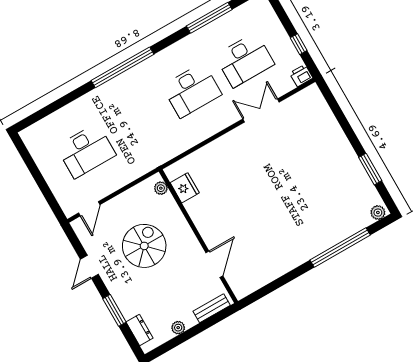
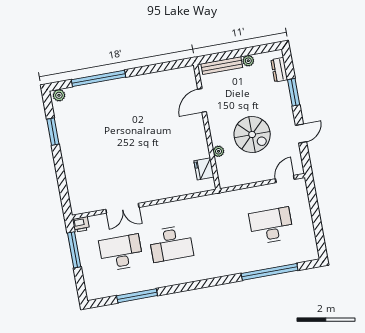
window: (299, 44) -> (74, 250), width x2.17
window: (122, 67) -> (270, 272), moved
desk: (192, 90) -> (171, 244), turned 180
plant: (161, 188) -> (218, 151), moved
spiral stairs: (144, 246) -> (252, 134), turned -90
bench: (212, 308) -> (222, 66), width x1.36

